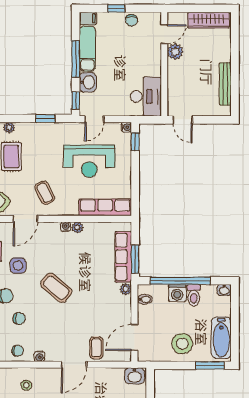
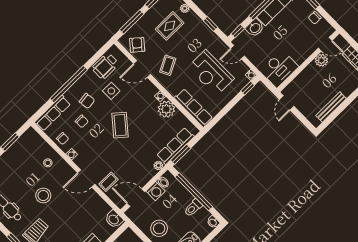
plant: (77, 228) -> (166, 109), width x1.87, depth x1.87
washing machine: (177, 293) -> (156, 191), moved, turned -90

